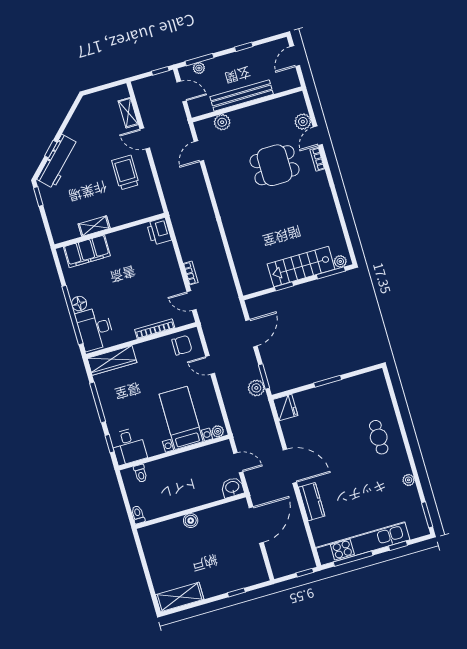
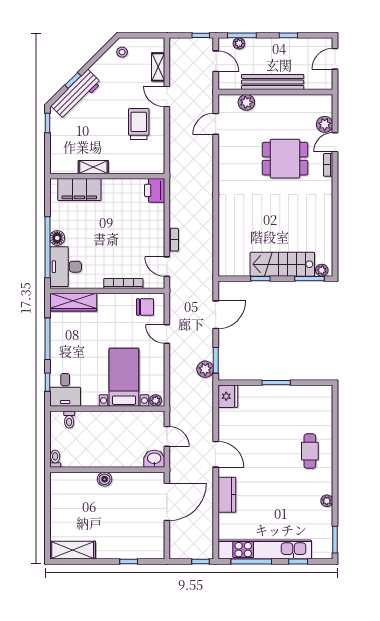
stool: (90, 108) -> (122, 52), added
door: (290, 466) -> (216, 454), width x0.73

